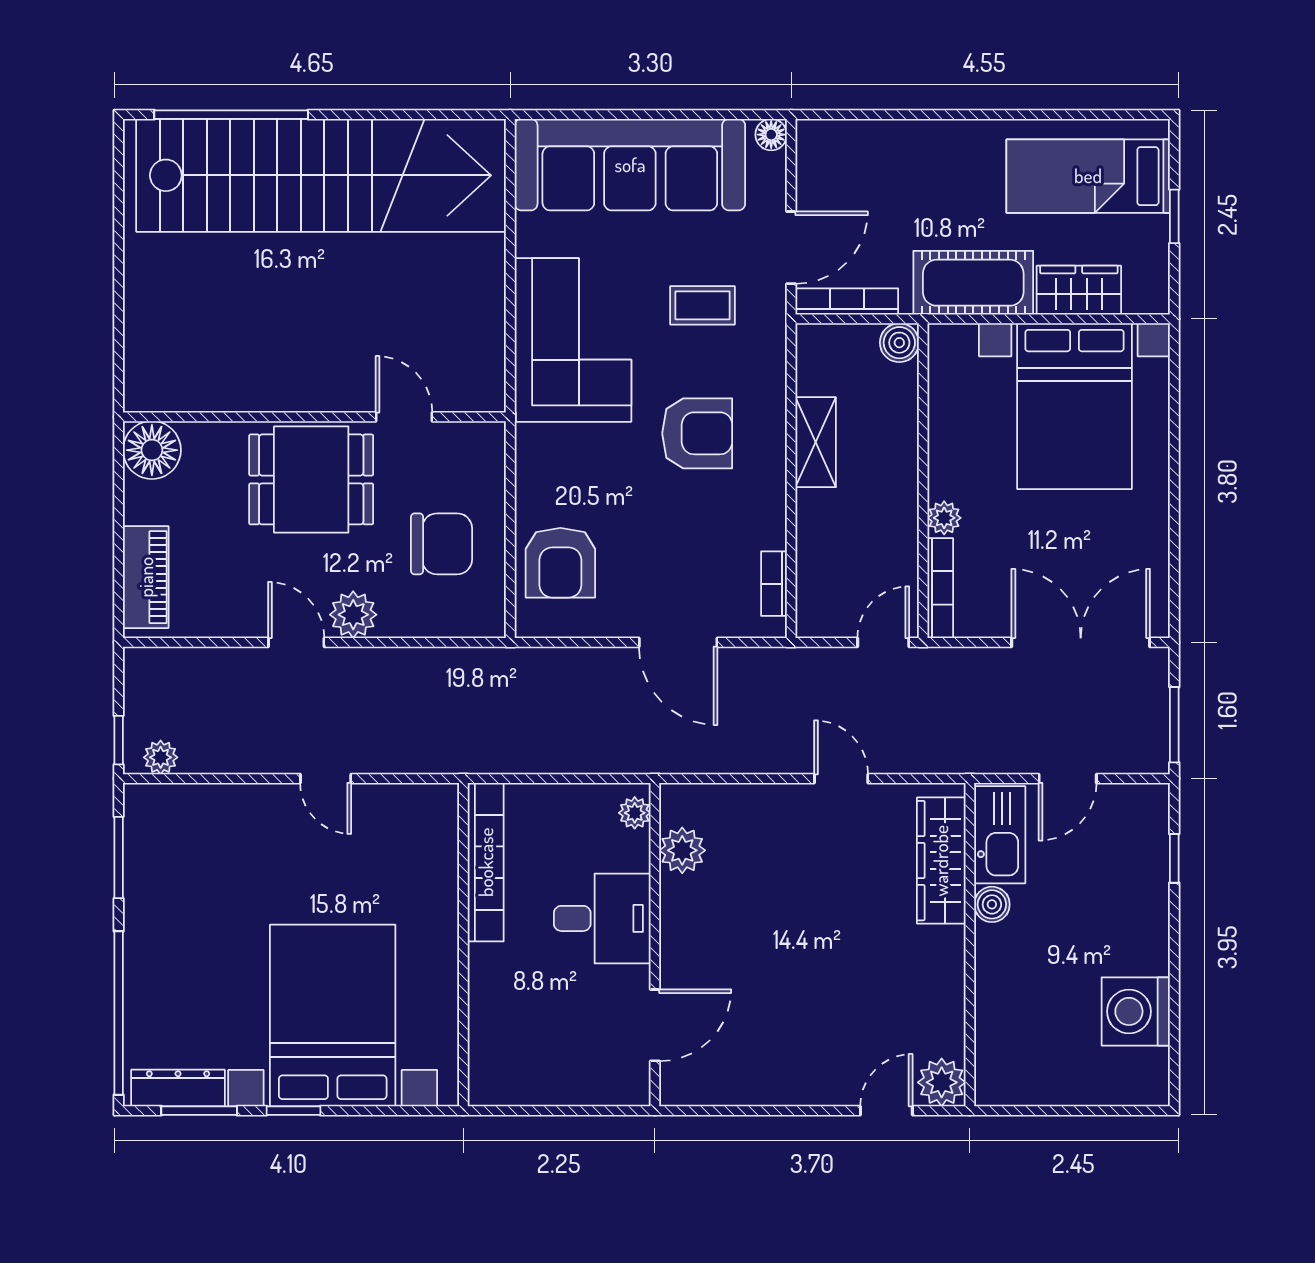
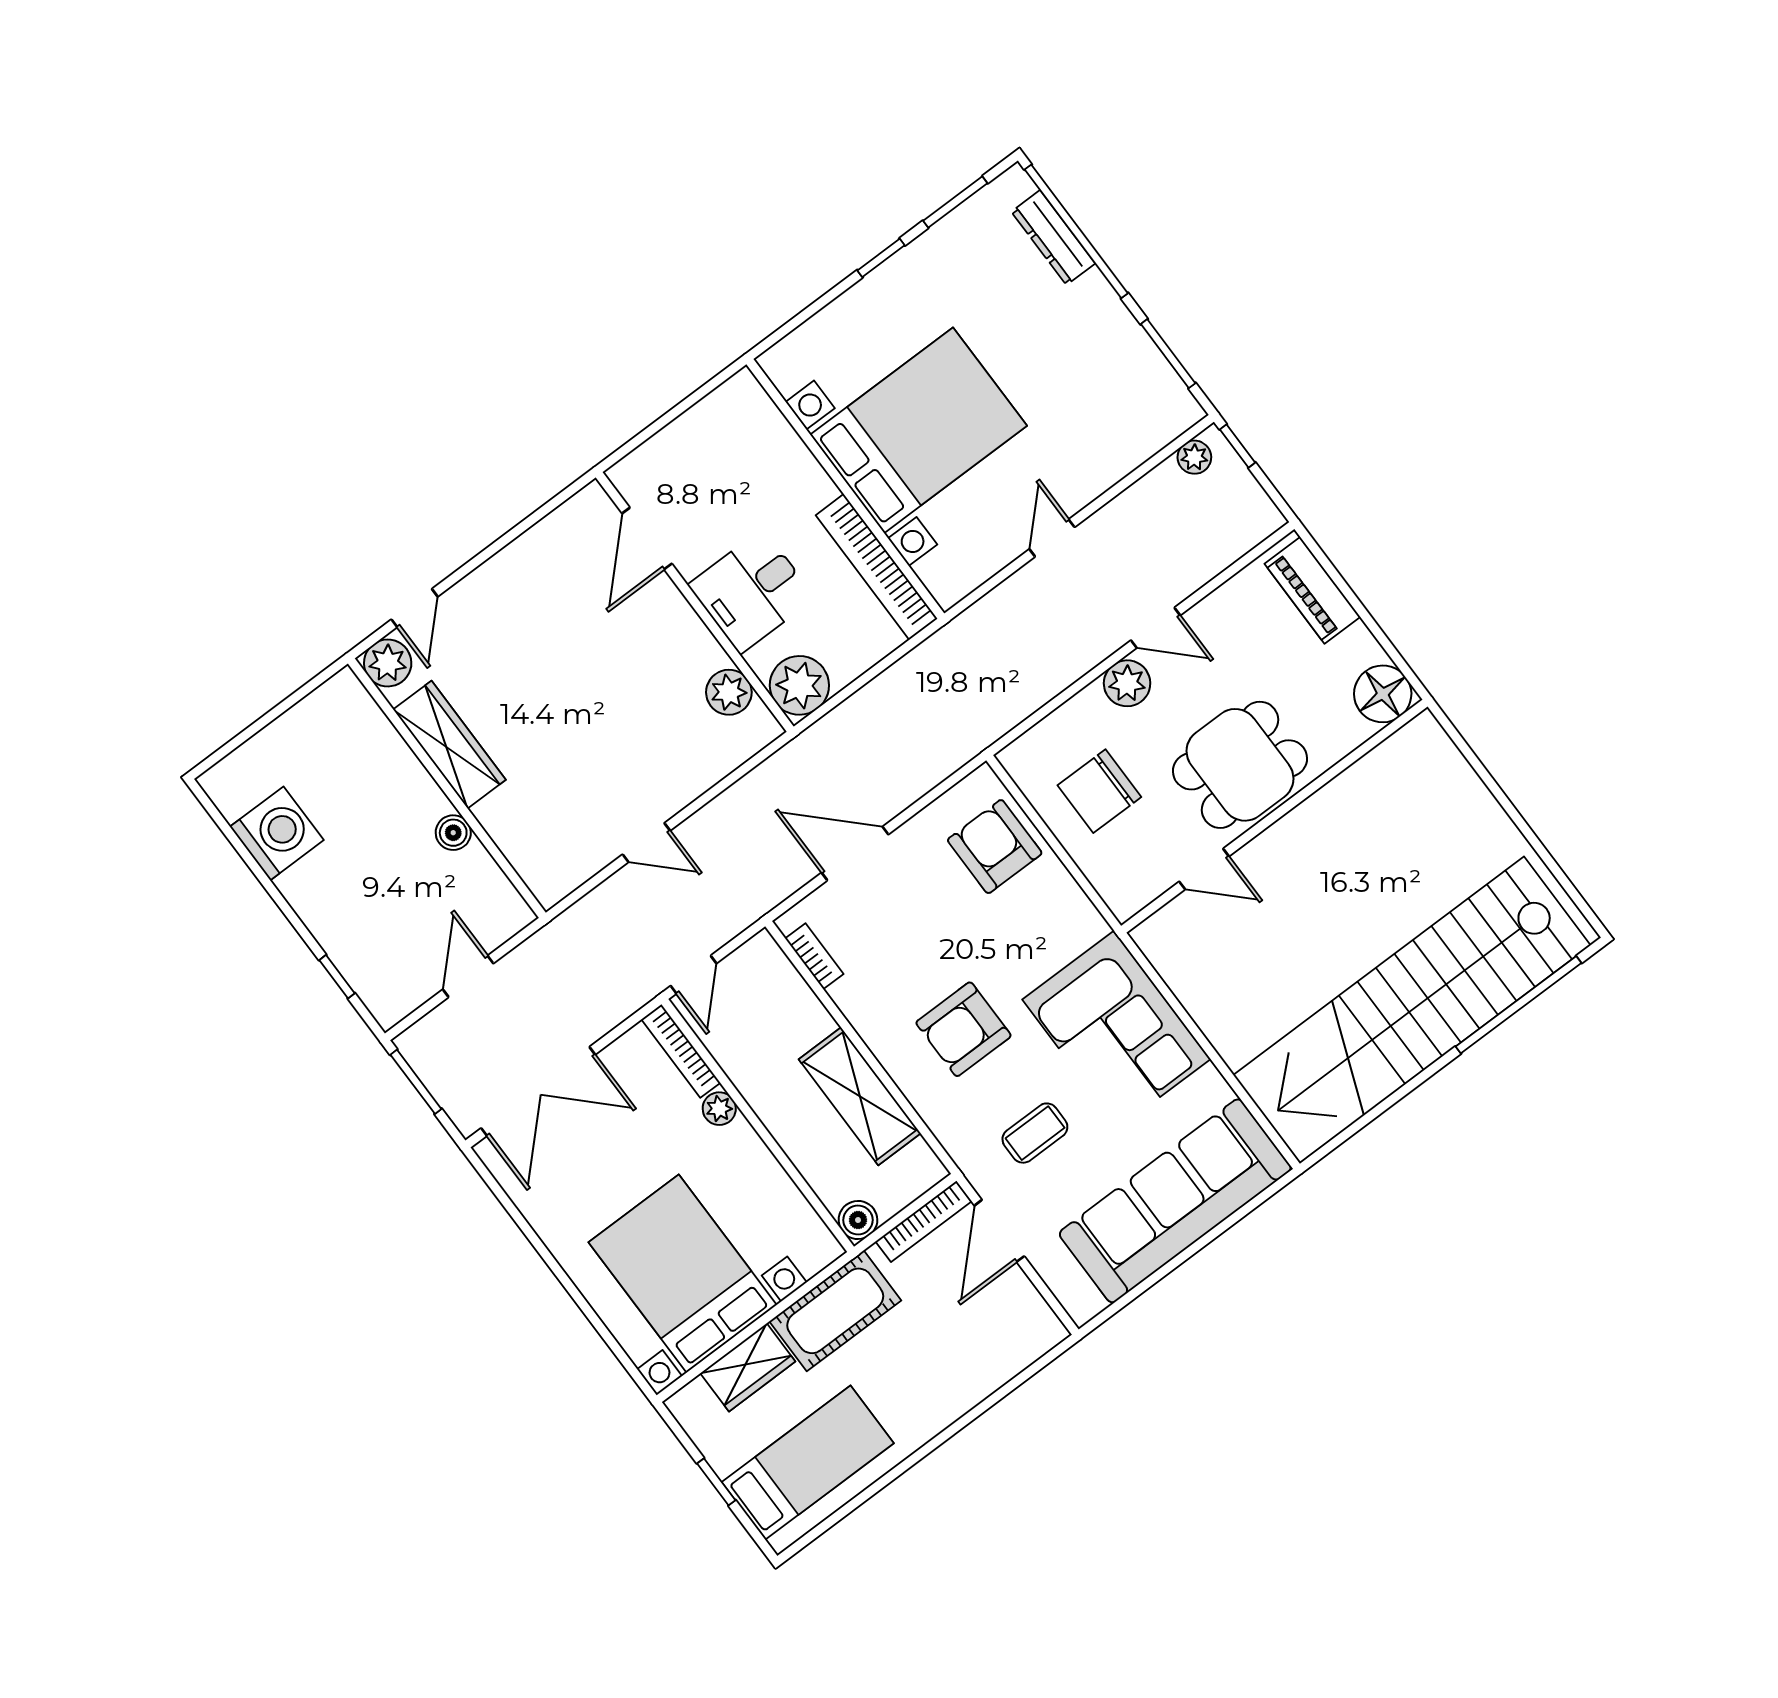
floor lamp: (771, 135) -> (1082, 1308), removed
shelving: (816, 442) -> (860, 1096), width x1.50, depth x1.33
door: (326, 779) -> (1052, 538), hinge flipped
plant: (635, 813) -> (799, 685), width x1.88, depth x1.88
kitchen sink: (1000, 835) -> (488, 892), removed
wardrobe: (941, 861) -> (449, 745), moved
bed with nightstands: (333, 1015) -> (918, 430), moved, turned -90
dresser: (178, 1088) -> (1053, 238), moved, turned 90

